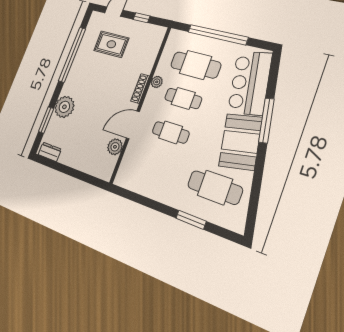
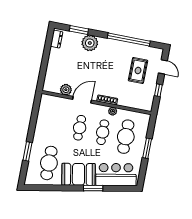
window: (218, 35) -> (147, 148), width x0.47
window: (266, 120) -> (93, 188), width x0.69
door: (133, 125) -> (82, 100), hinge flipped

